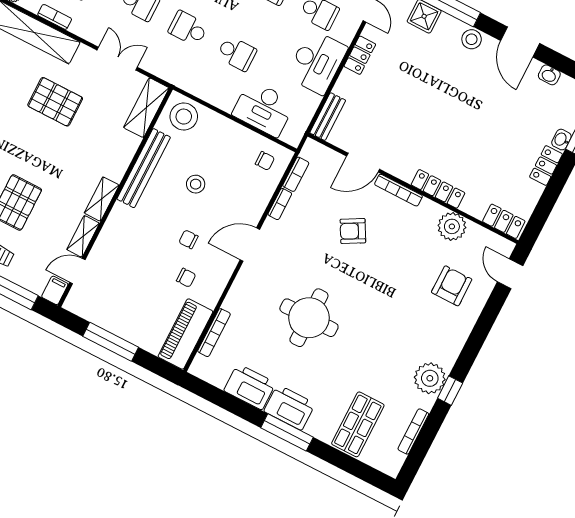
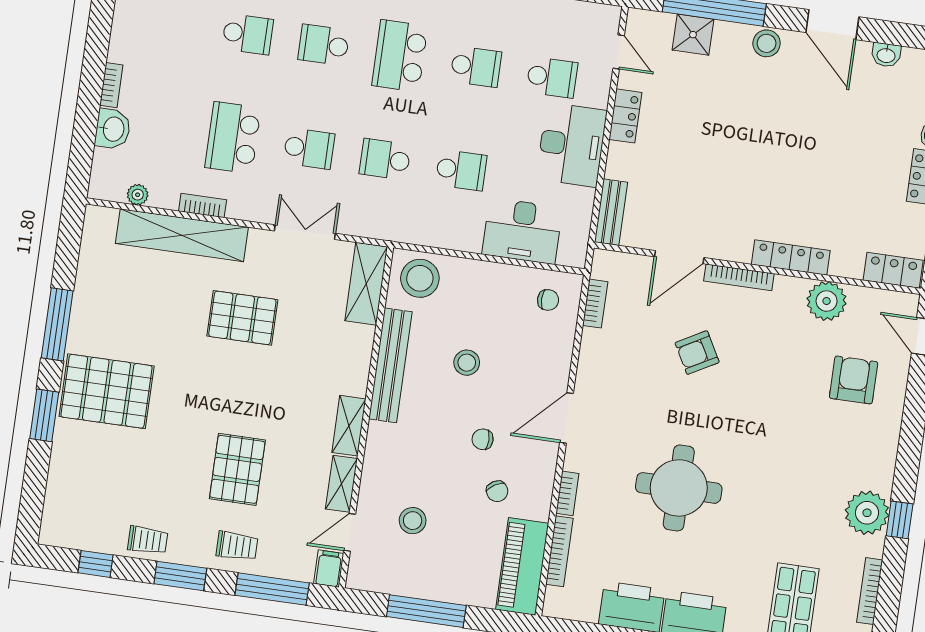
bookcase: (280, 204) -> (567, 493), moved
stool: (122, 278) -> (413, 521), added
chair: (186, 278) -> (497, 491), turned 59

